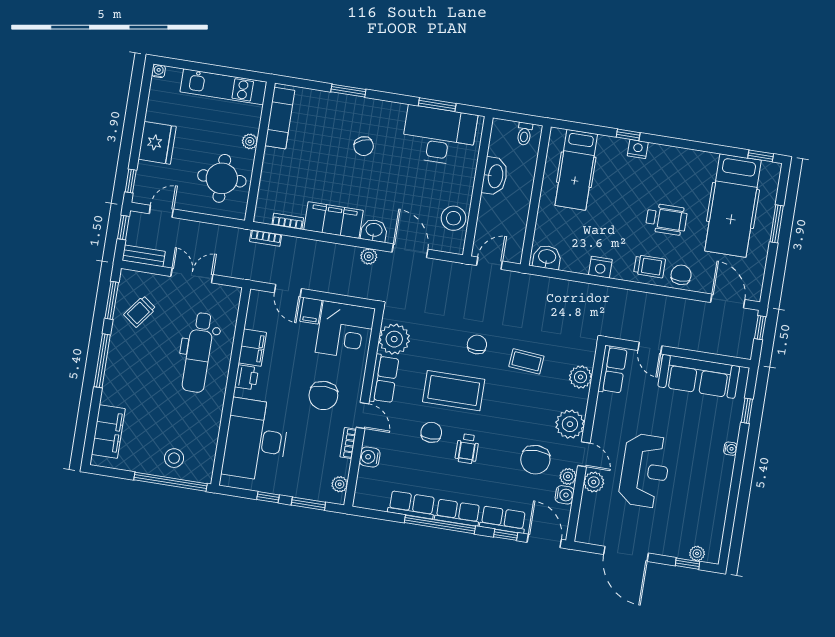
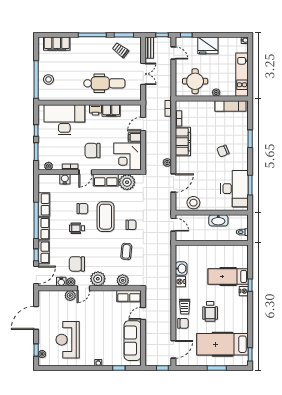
hospital bed: (576, 170) -> (228, 276), moved
washbasin: (374, 230) -> (181, 163), removed
washbasin: (547, 257) -> (181, 269), moved
dental chair: (198, 352) -> (104, 83), turned 180
reception desk: (645, 471) -> (68, 340), moved, turned 90

